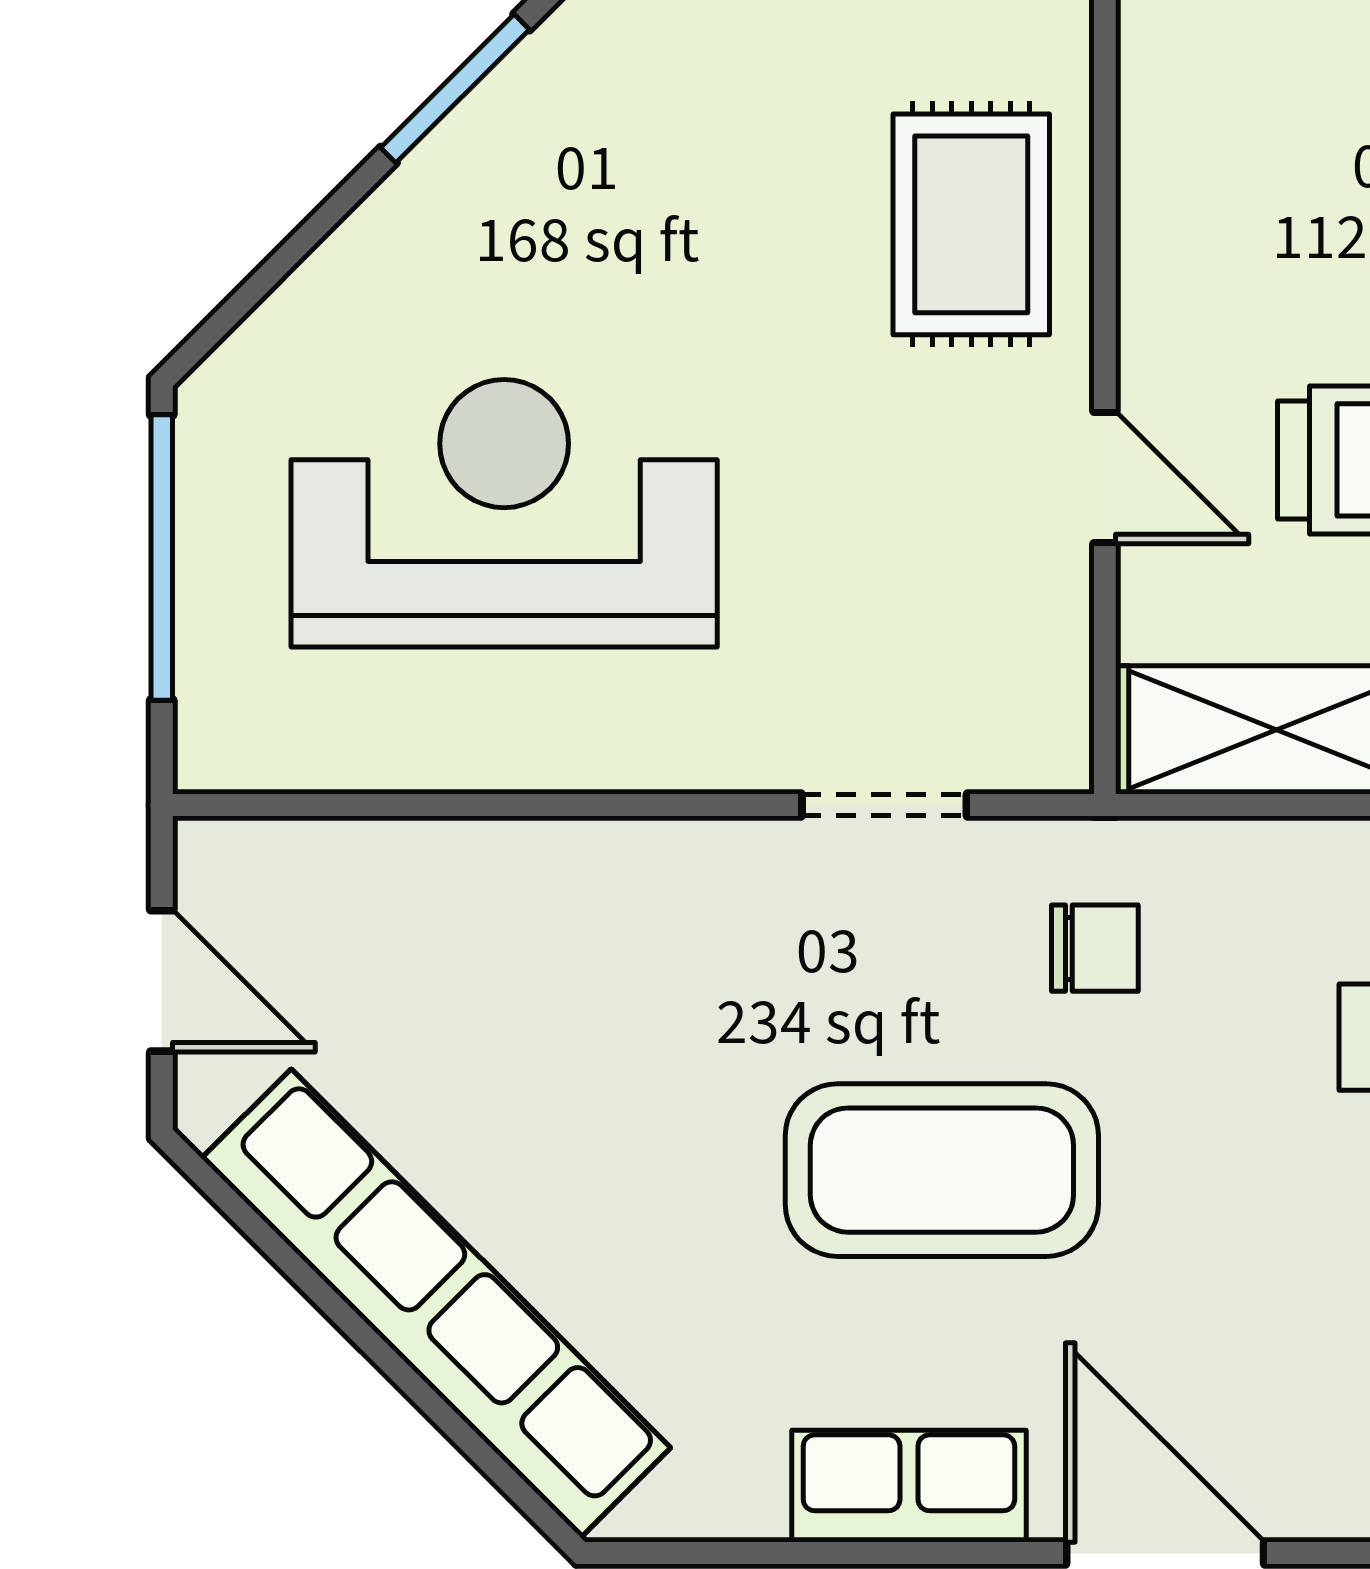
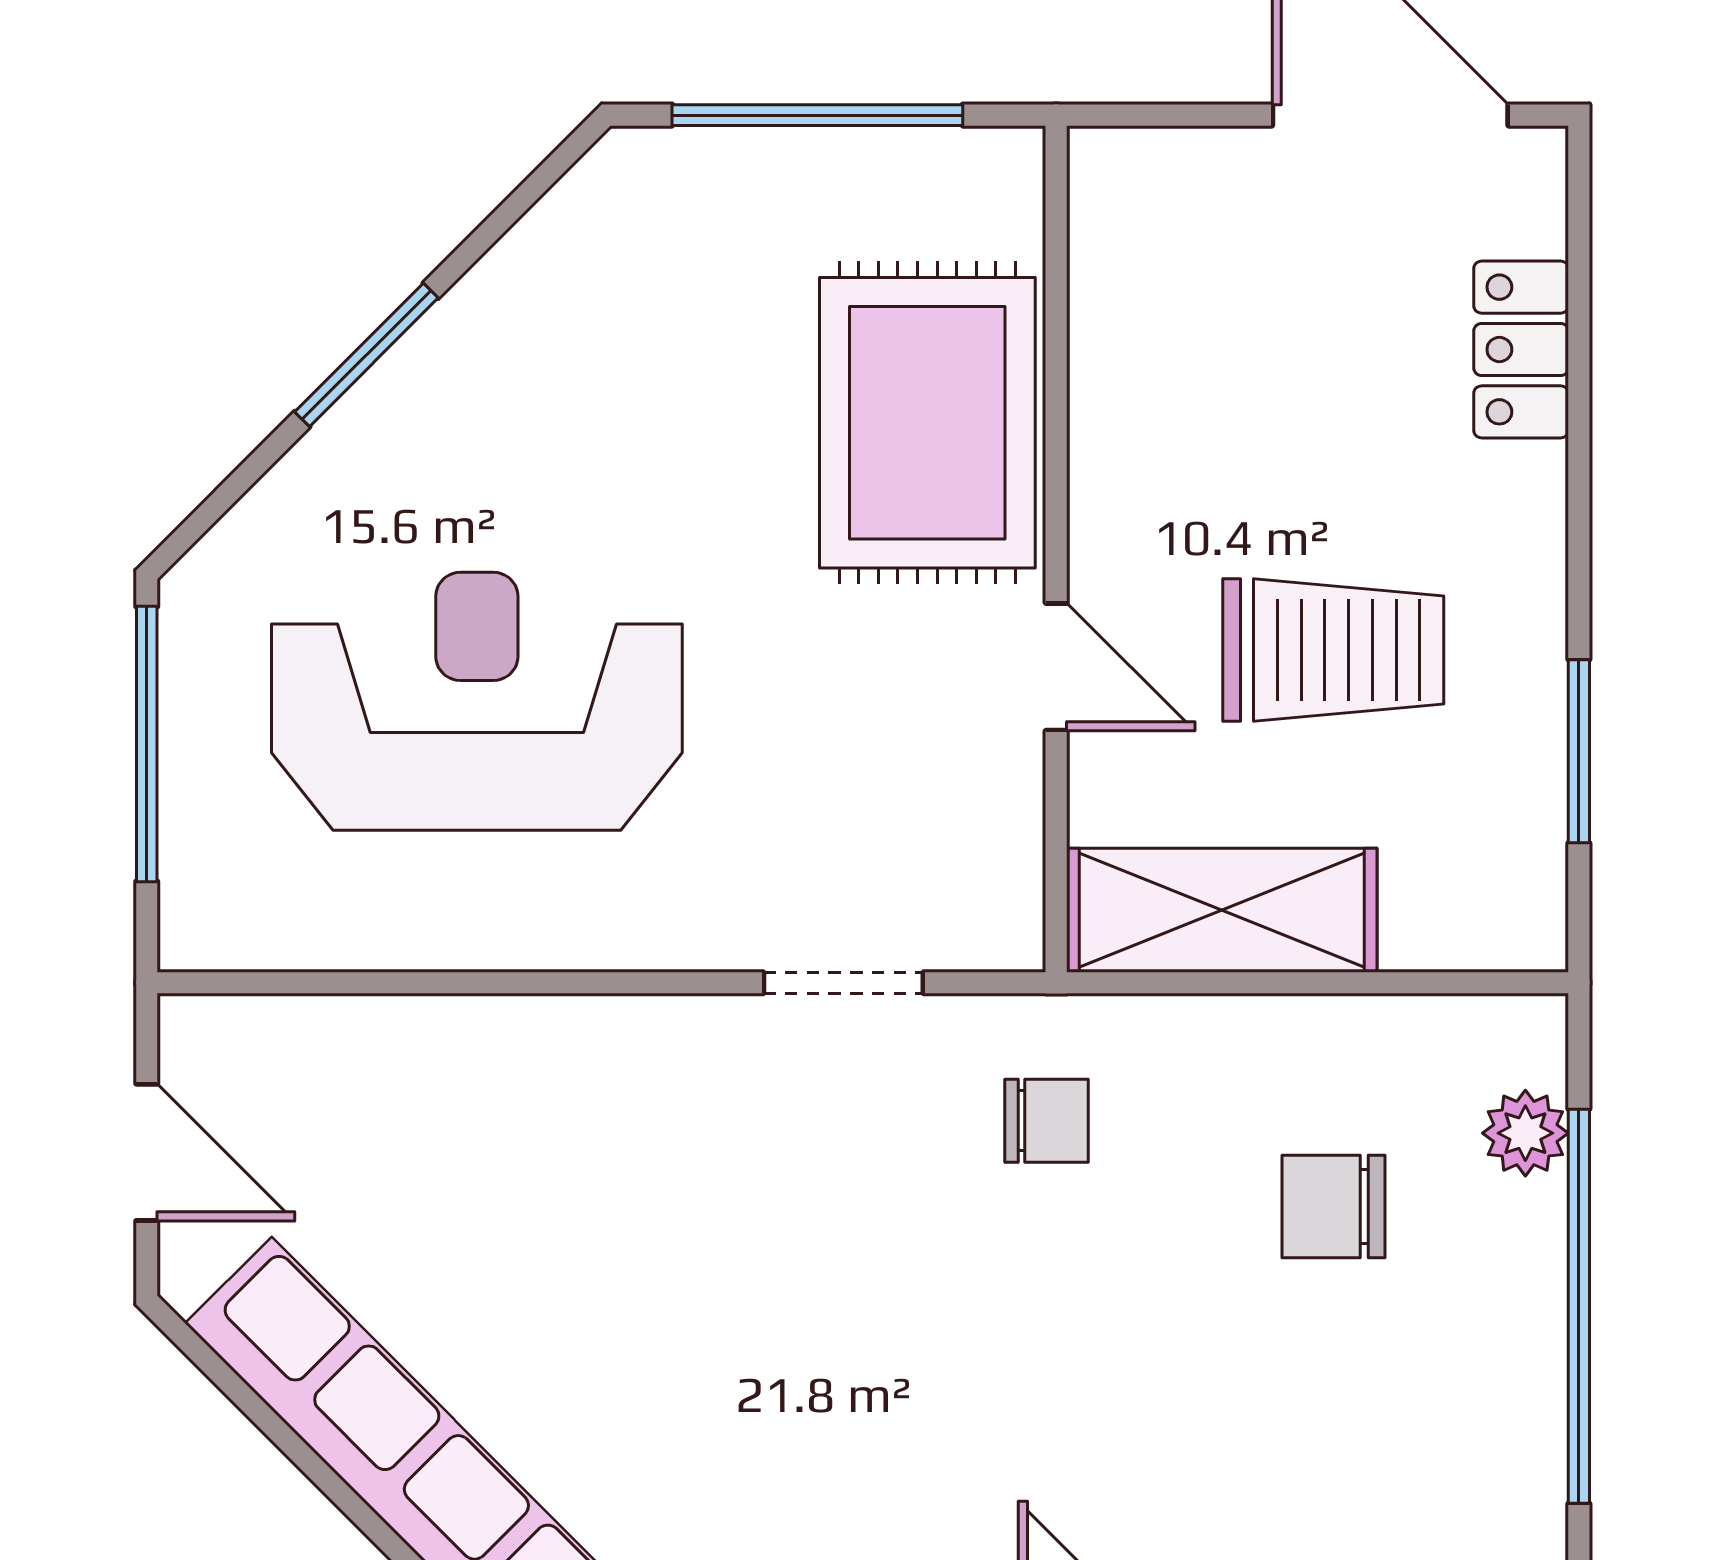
window: (455, 89) -> (366, 355), moved
rug: (971, 224) -> (927, 423), width x1.36, depth x1.43
coffee table: (942, 1170) -> (899, 1335), removed

